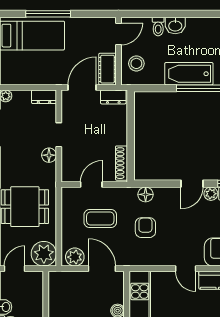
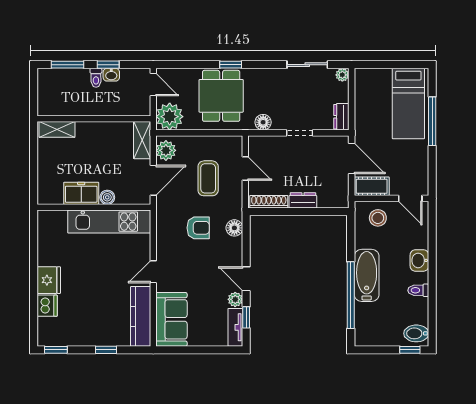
toilet: (158, 27) -> (418, 290), moved
dresser: (113, 97) -> (303, 200), moved, turned 90
floor lamp: (49, 155) -> (263, 122), moved
shelving: (65, 279) -> (142, 140), added

